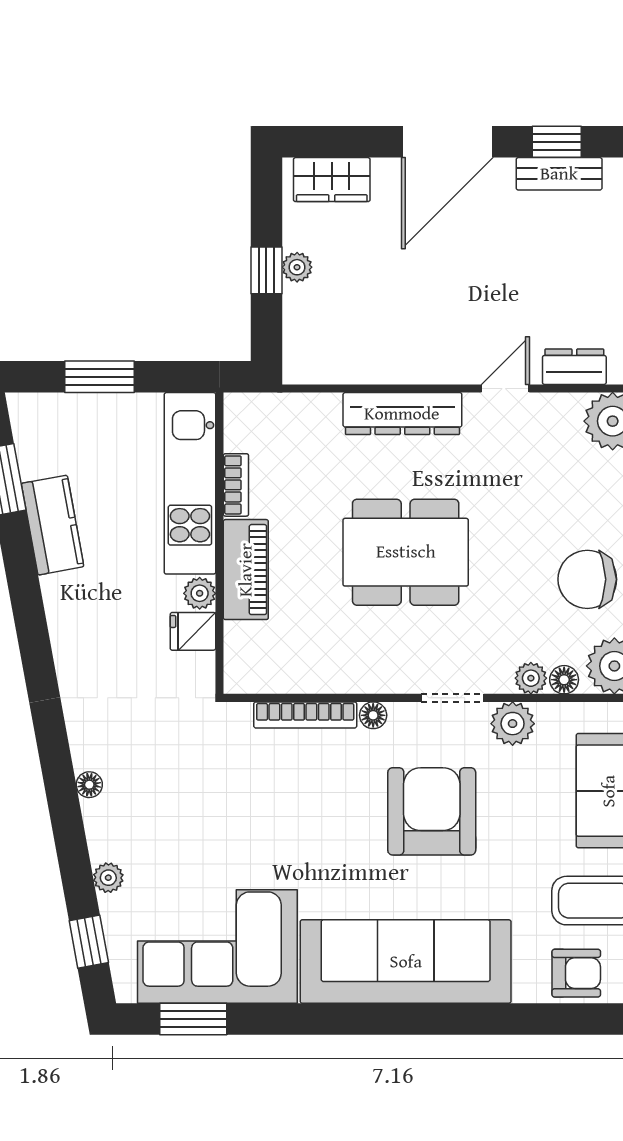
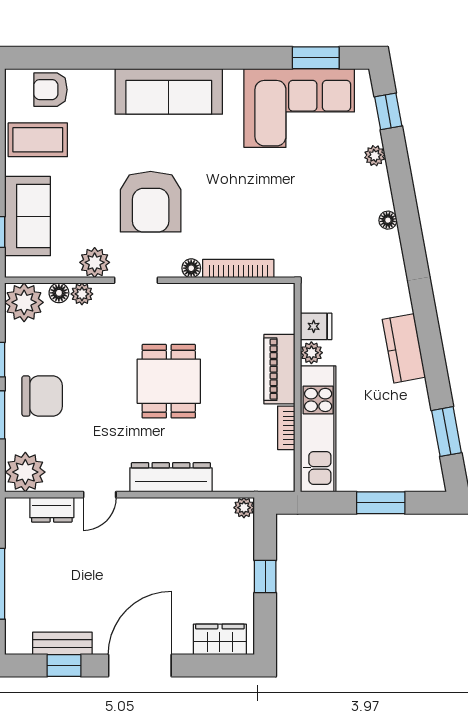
plant: (297, 267) -> (244, 508), moved
kitchen counter: (53, 525) -> (404, 348), moved
dining table: (406, 552) -> (169, 381), width x0.73
chair: (587, 579) -> (42, 396), moved
sofa: (406, 962) -> (169, 91), width x0.74, depth x0.79

